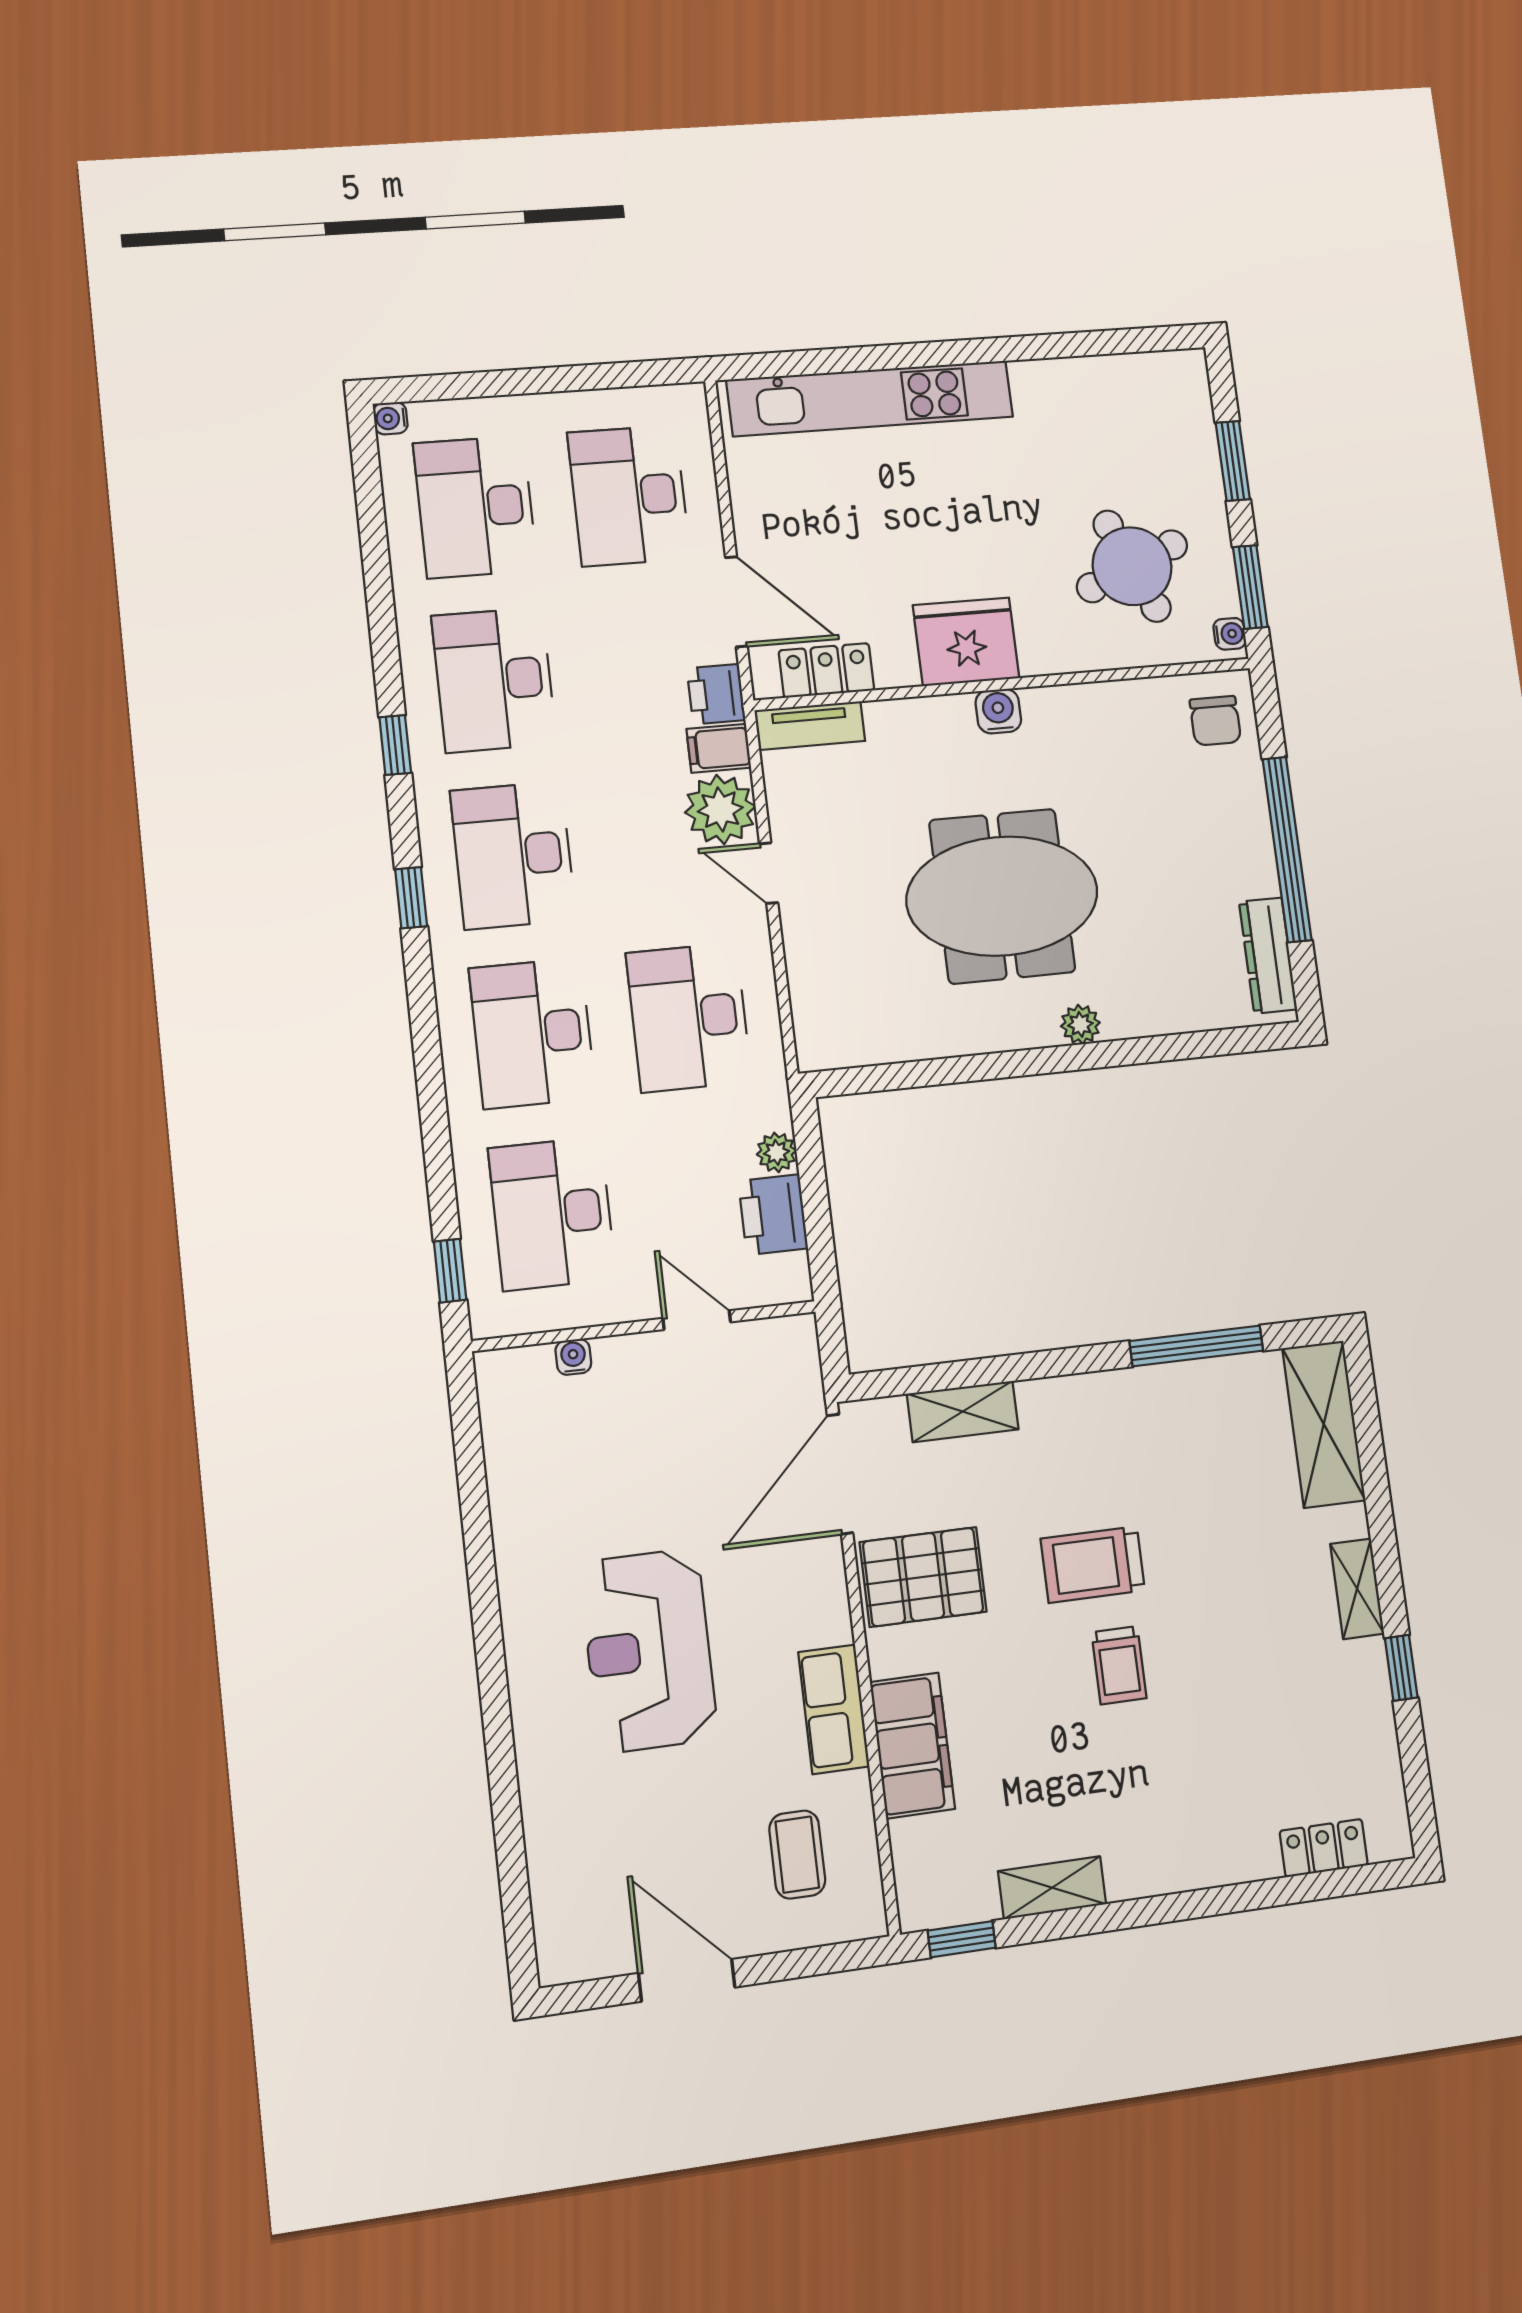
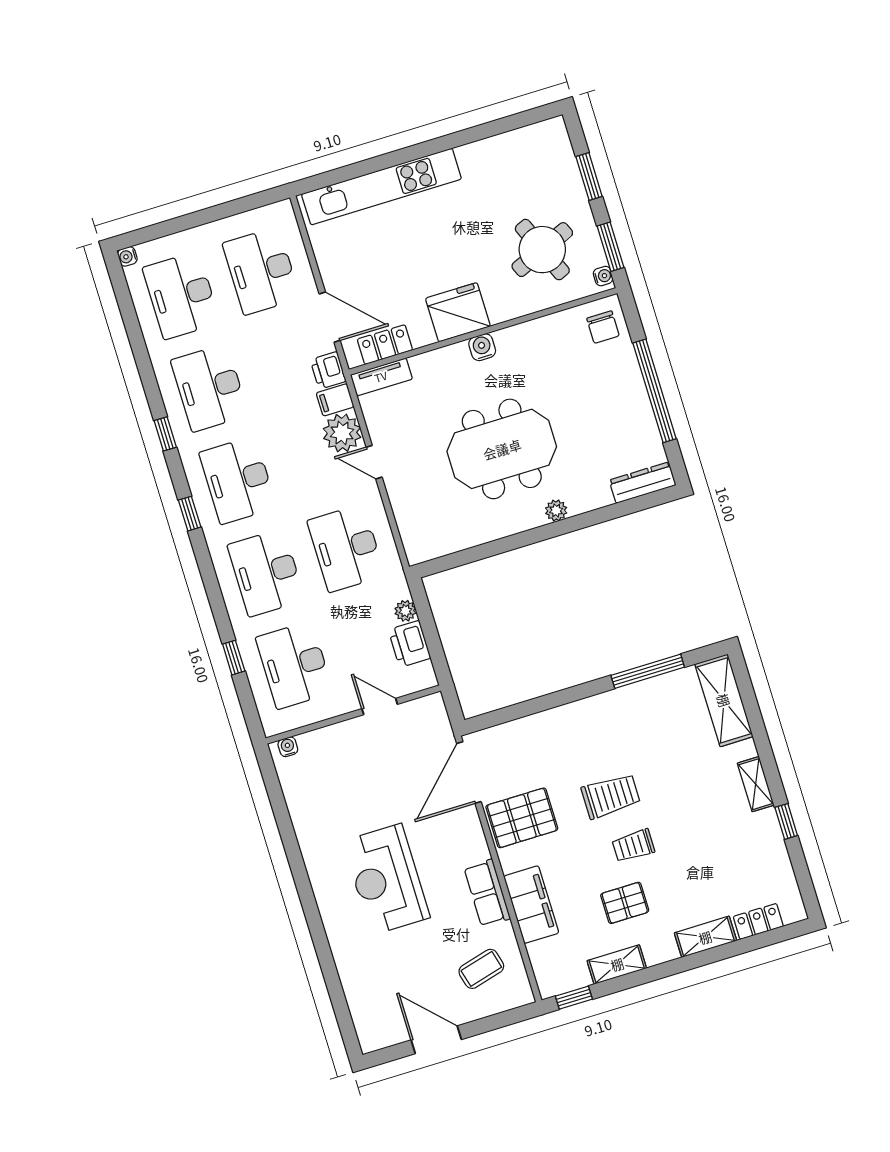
dresser: (1268, 956) -> (643, 483), moved, turned 90
window: (450, 1271) -> (234, 658), moved
water cooler: (573, 1357) -> (288, 747), moved
shelving: (963, 1412) -> (705, 937), moved
trolley: (1093, 1565) -> (611, 796), turned 180
trolley: (1119, 1665) -> (633, 846), turned 90
pallet: (1086, 1771) -> (625, 903), added
coffee table: (797, 1855) -> (481, 969), turned 75

